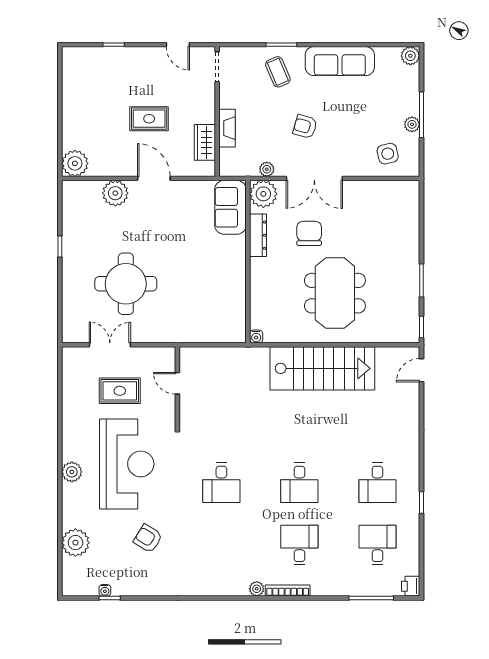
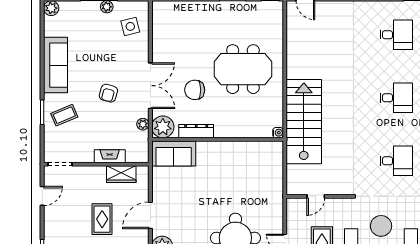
stairs: (322, 368) -> (304, 122), moved

